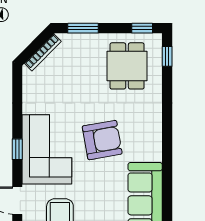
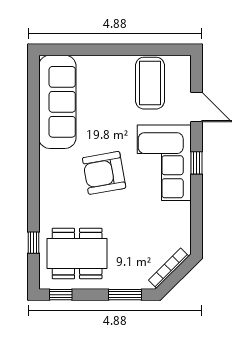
window: (167, 56) -> (33, 243), moved
dining table: (127, 66) -> (77, 254), width x1.38

